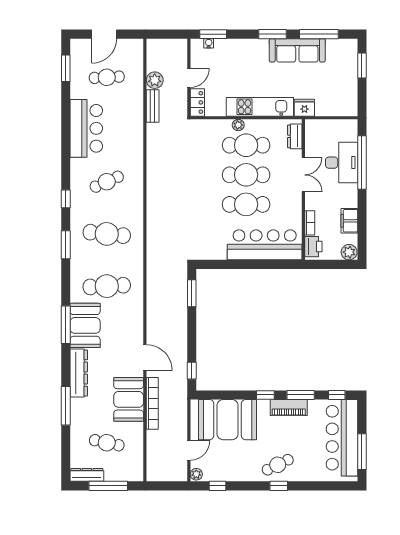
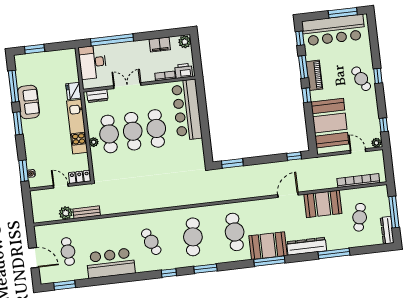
sofa: (297, 50) -> (29, 102), width x0.73
desk: (342, 163) -> (93, 62), moved, turned -90
bookcase: (152, 403) -> (358, 181), moved

